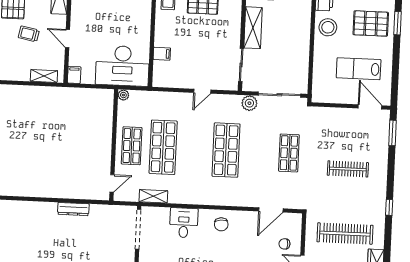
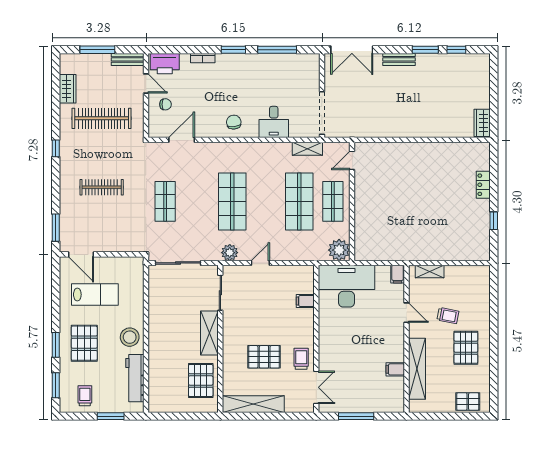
pallet: (371, 23) -> (84, 343), turned 90
plant: (123, 95) -> (339, 250), width x1.87, depth x1.87
plant: (249, 103) -> (230, 253), moved
dresser: (73, 209) -> (392, 131), removed

